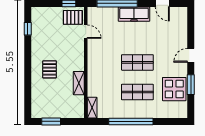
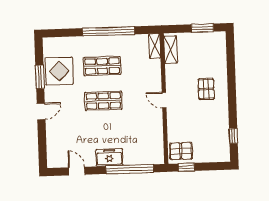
freezer: (134, 14) -> (109, 157), width x0.71
door: (86, 32) -> (164, 100), moved
shelving: (79, 83) -> (171, 50), moved

